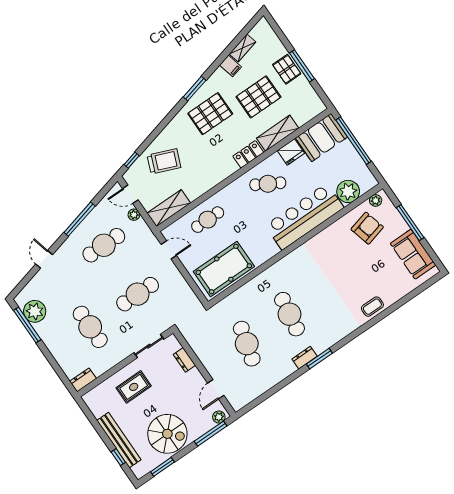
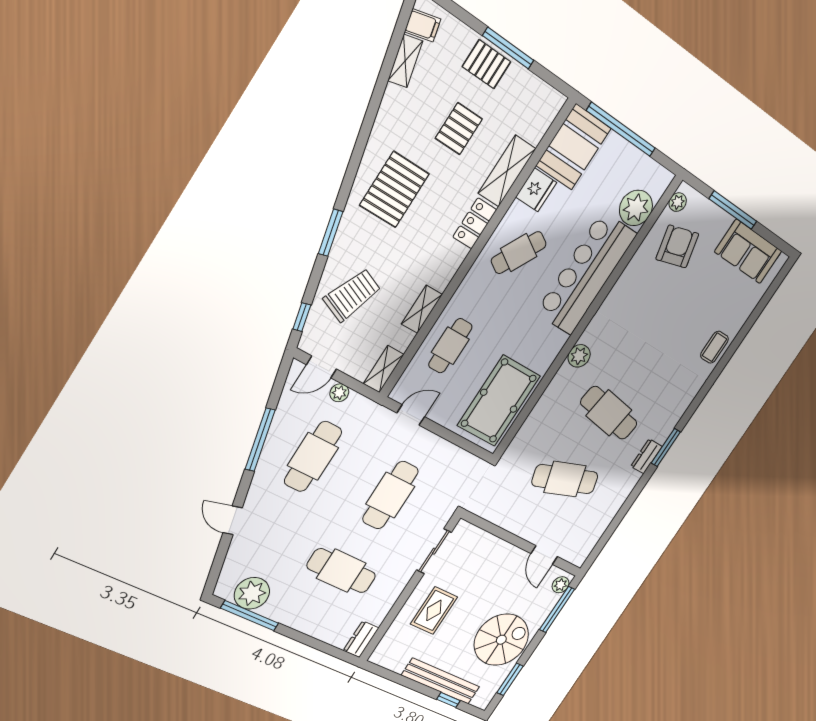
filing cabinet: (230, 66) -> (423, 25), moved
window: (195, 89) -> (331, 233), moved
pallet: (258, 97) -> (459, 129), width x0.67, depth x0.71
shelving: (199, 189) -> (422, 309), added
shelving: (169, 208) -> (384, 369), width x0.67, depth x0.75
plant: (283, 266) -> (579, 356), added
cafe table: (247, 344) -> (565, 479), turned -33
dresser: (184, 360) -> (489, 542), removed

